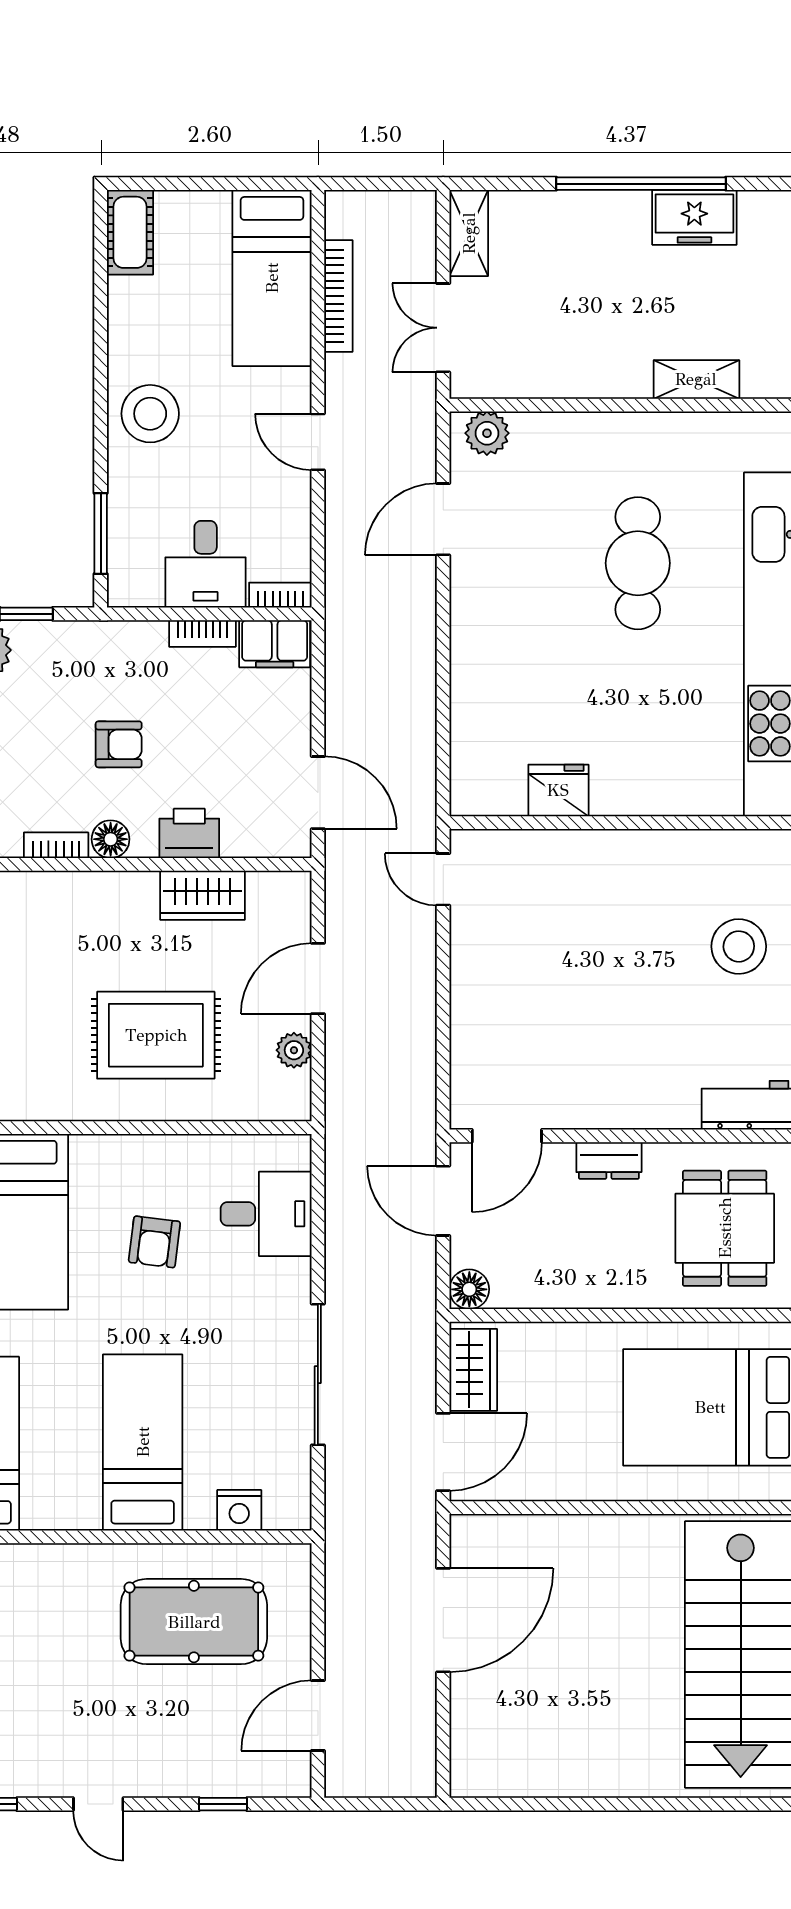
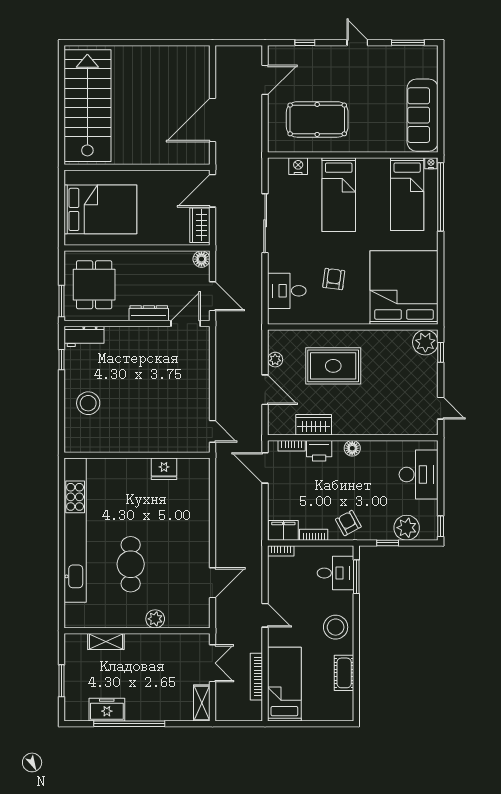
cot: (130, 232) -> (344, 673), moved
plant: (487, 433) -> (155, 619), moved
desk: (206, 564) -> (336, 573), moved, turned 90
armchair: (119, 744) -> (348, 523), moved, turned 61
bookcase: (56, 845) -> (292, 446), moved
door: (318, 979) -> (265, 390), hinge flipped
dresser: (609, 1161) -> (149, 313), width x1.44

